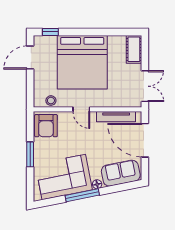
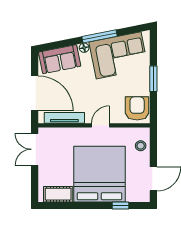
window: (50, 32) -> (121, 205), moved
cot: (134, 49) -> (58, 194), moved, turned 90
stool: (51, 101) -> (141, 146), moved
door: (81, 109) -> (100, 125), hinge flipped

